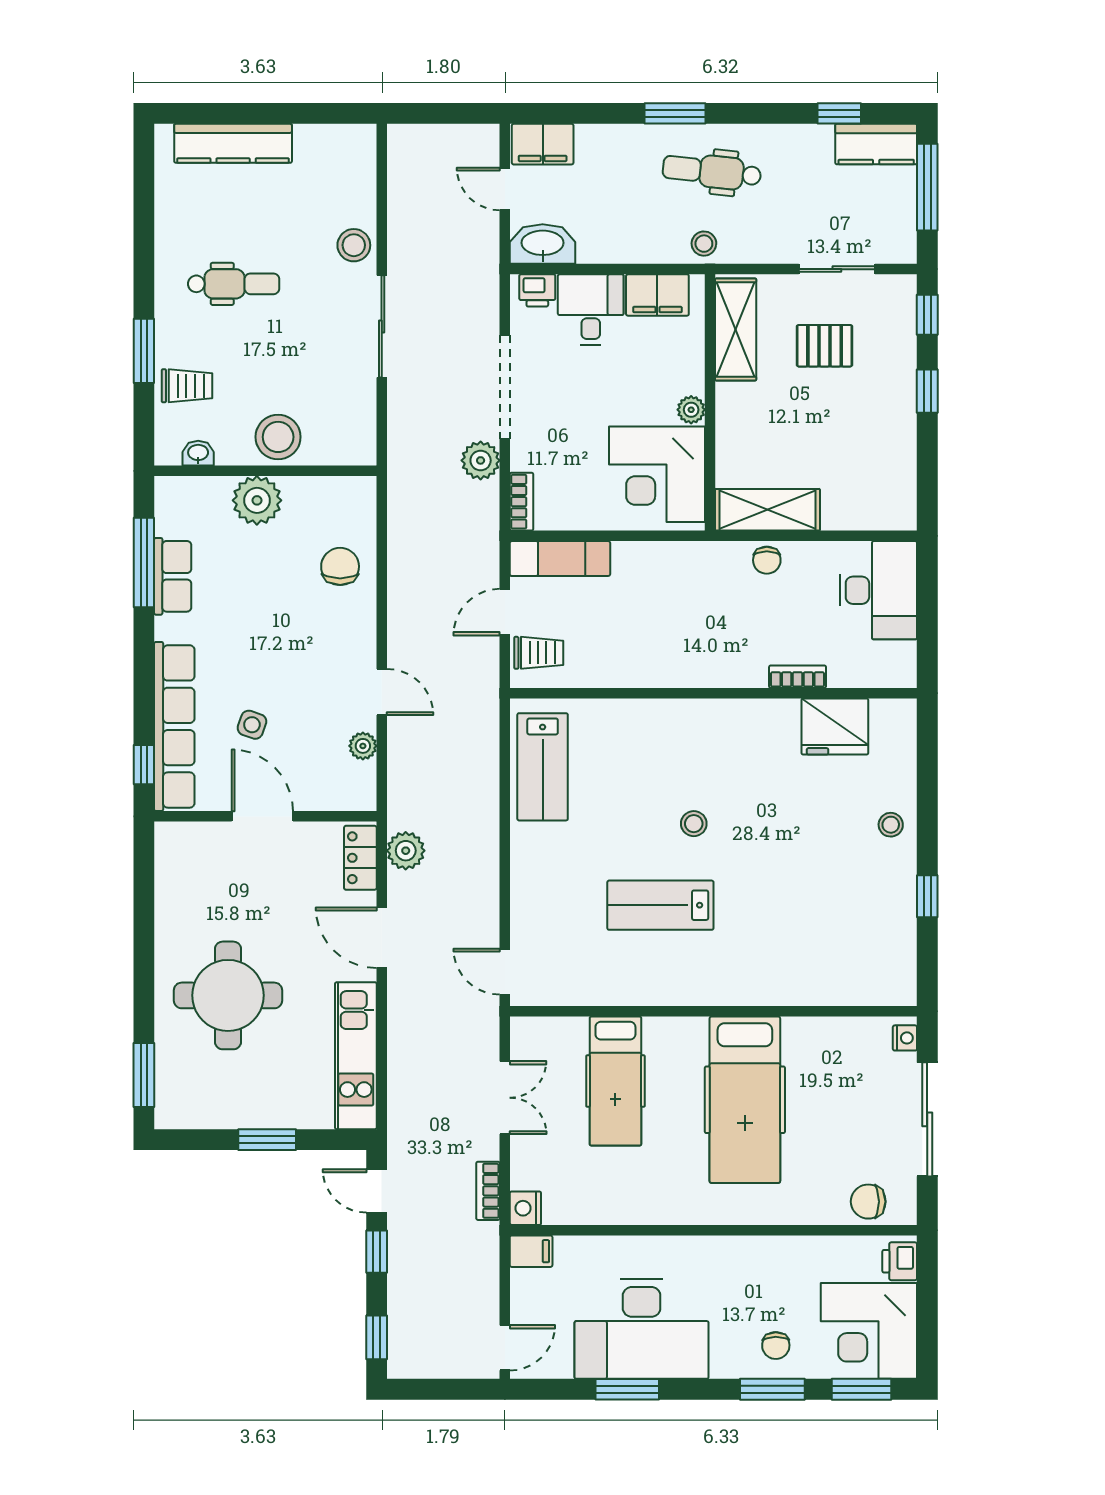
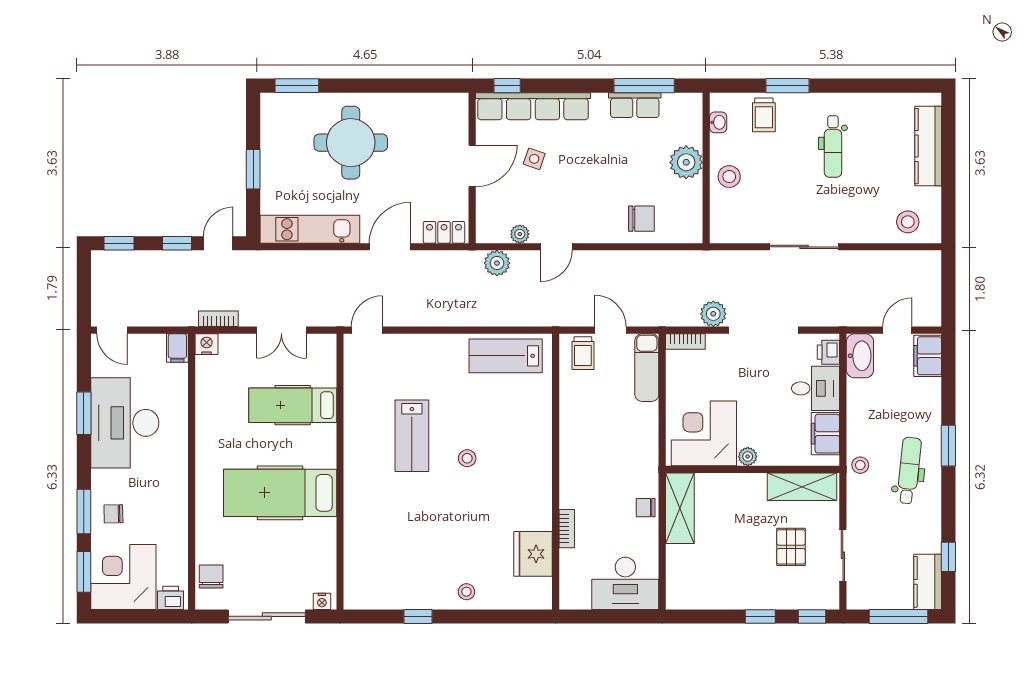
stool: (354, 245) -> (908, 222), moved
stool: (278, 437) -> (729, 177), width x0.73, depth x0.73
plant: (406, 851) -> (497, 263), moved
lab bench: (660, 905) -> (412, 436), turned 180

